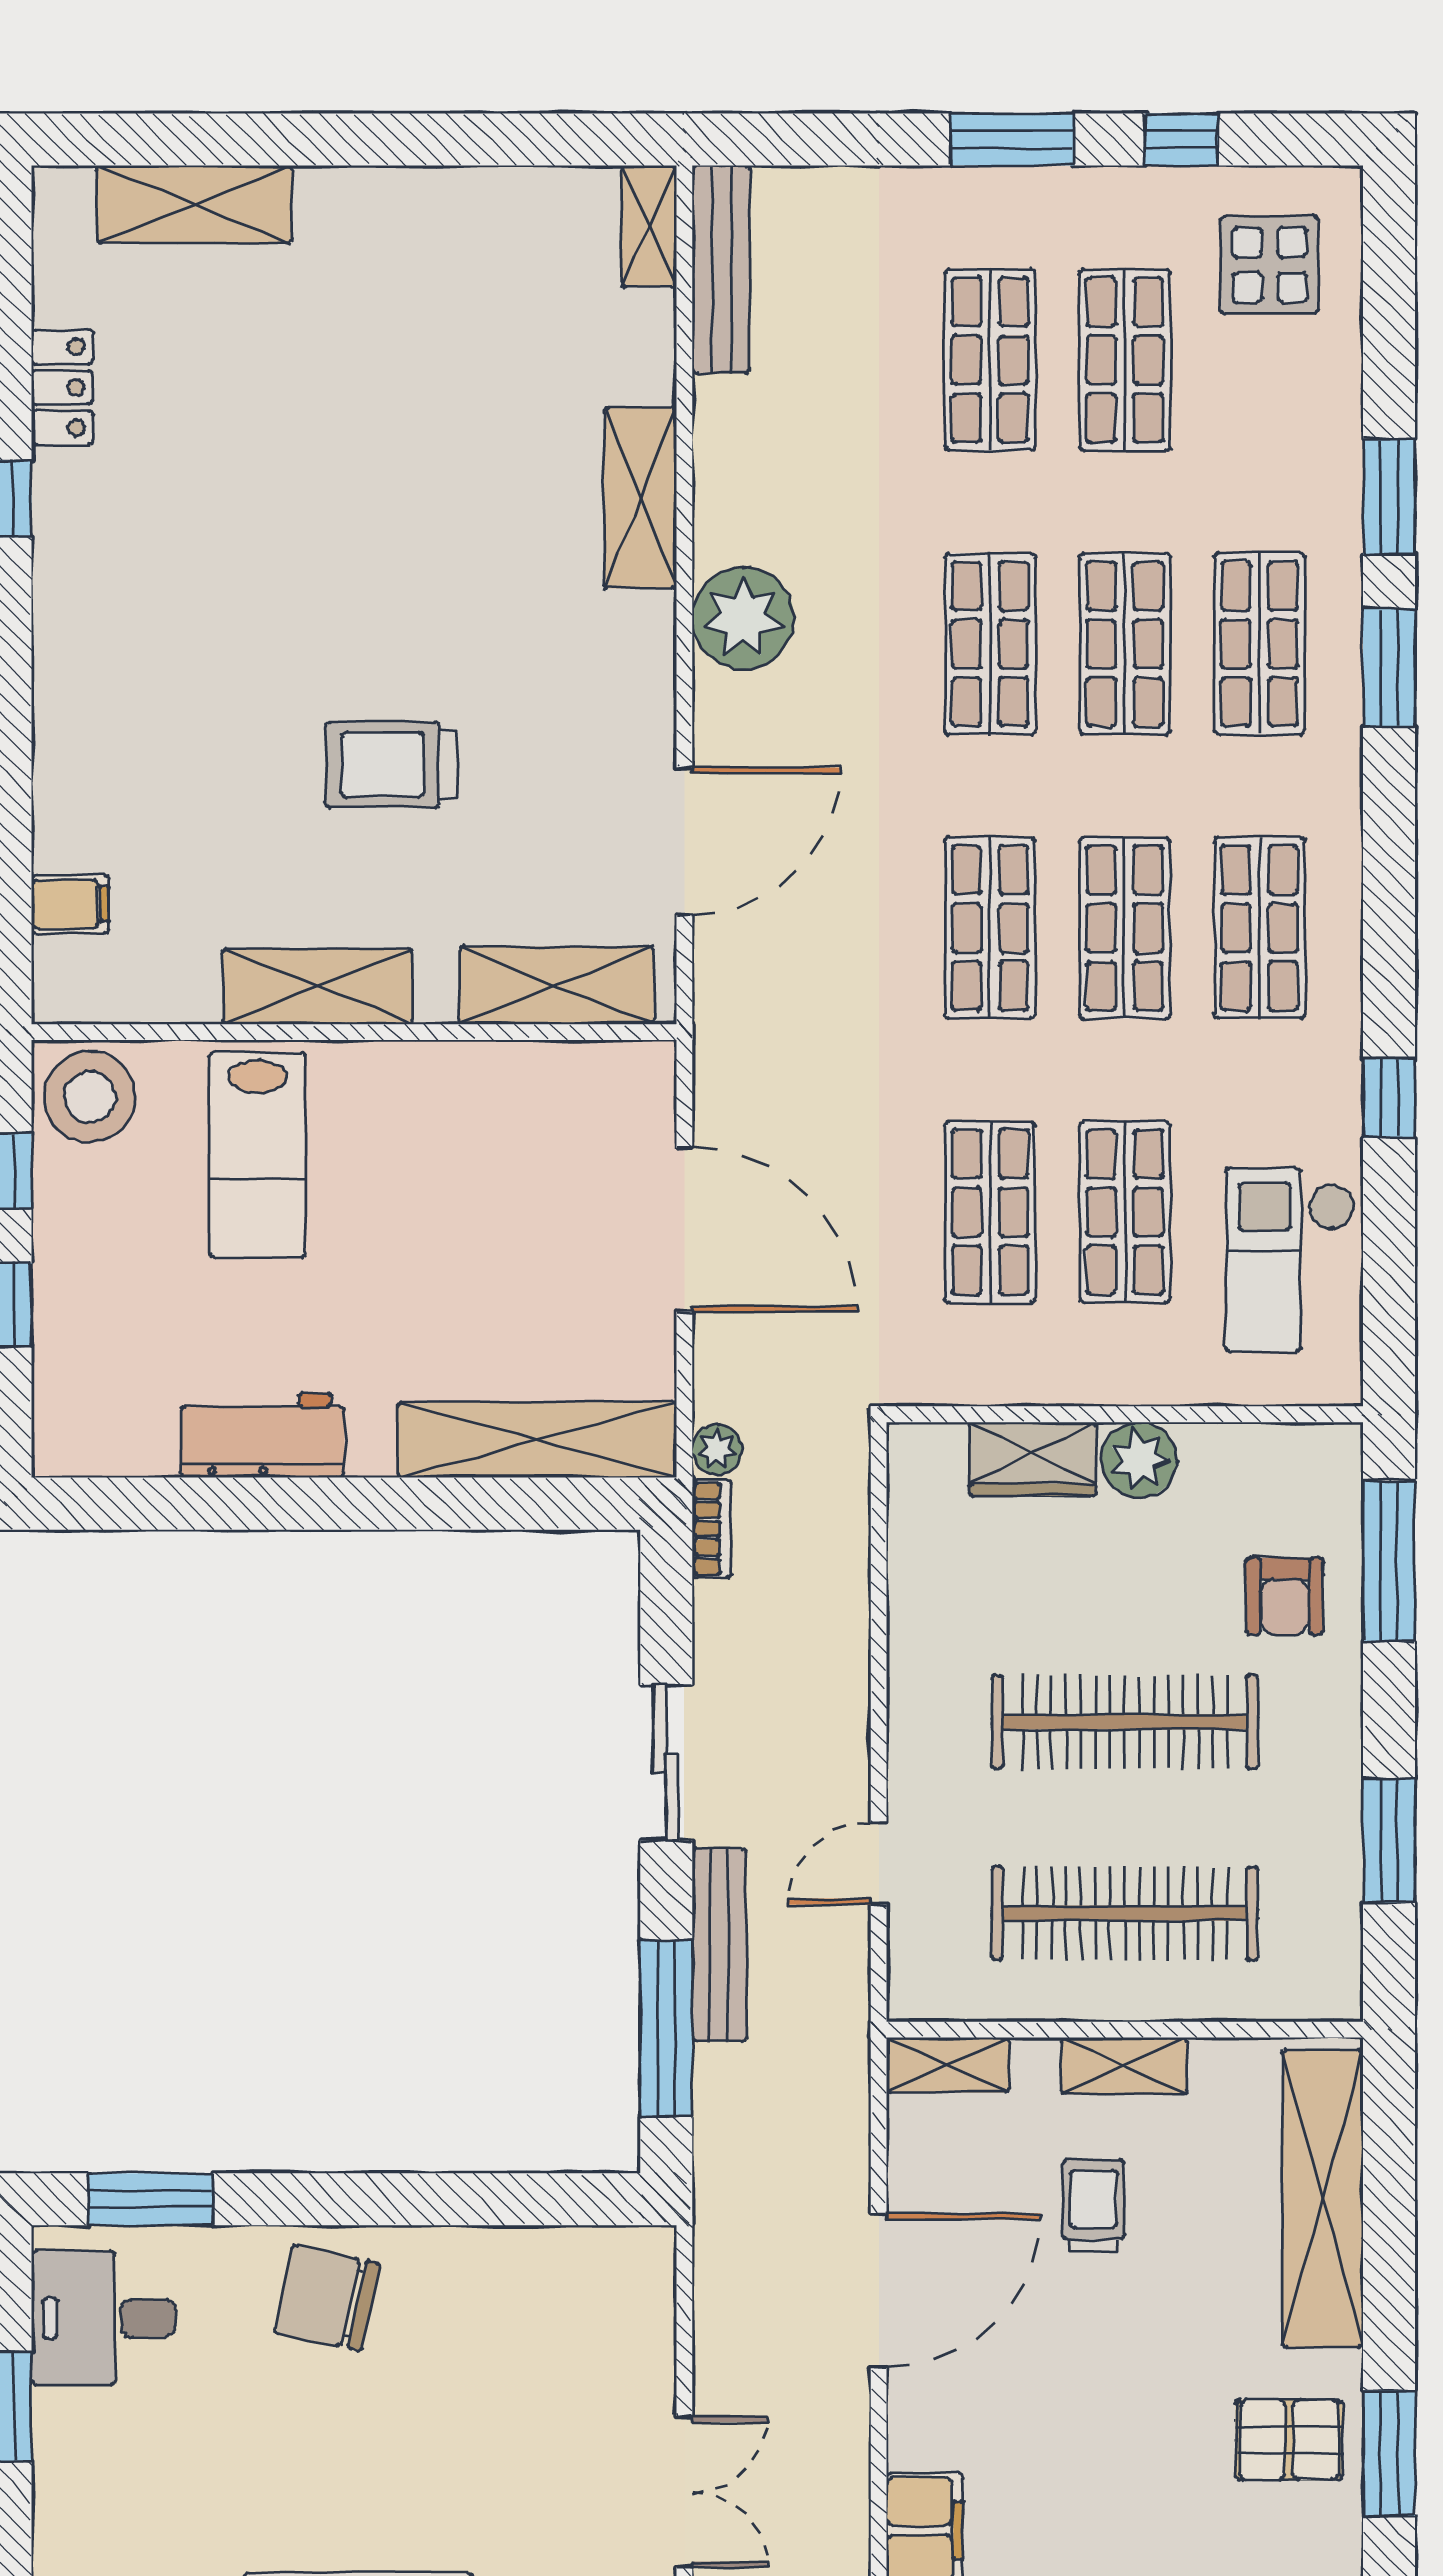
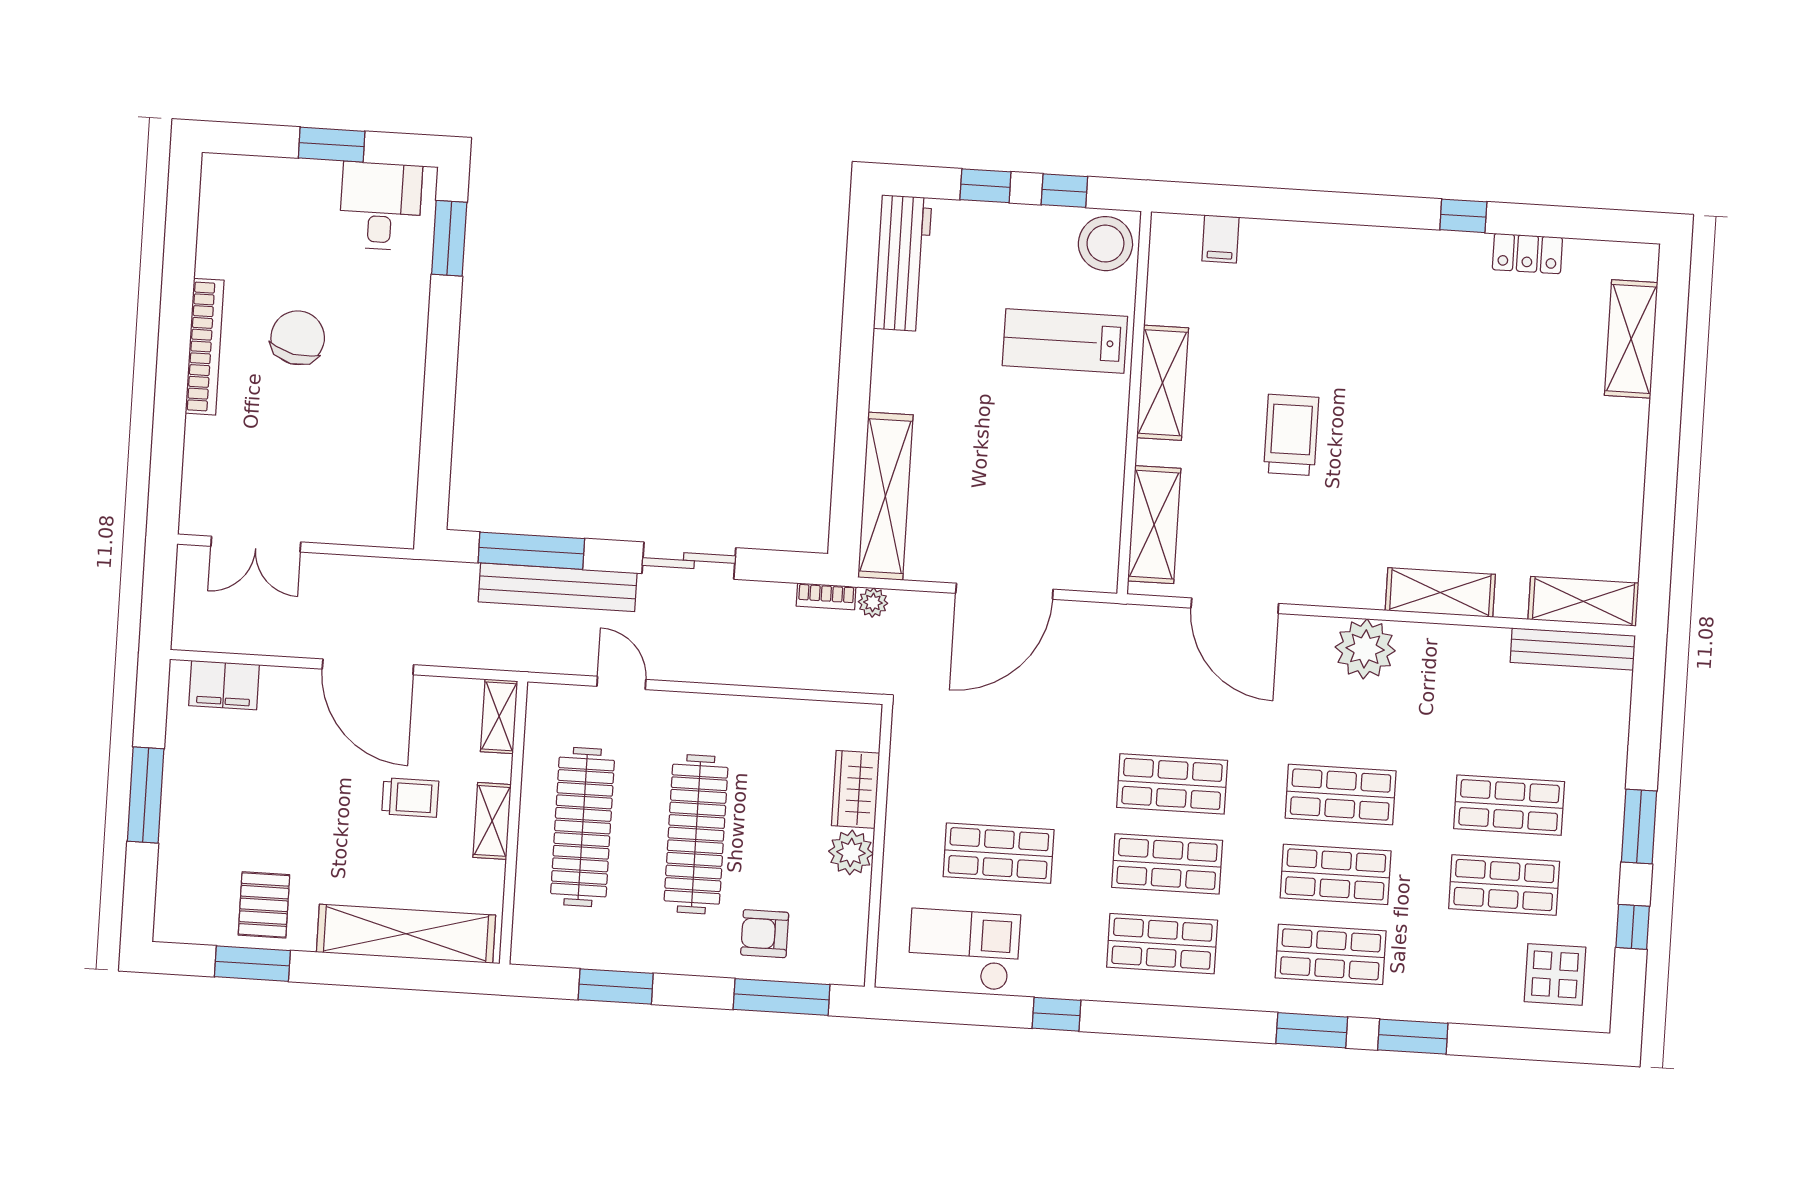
shelving: (649, 226) -> (1583, 601), width x1.50, depth x1.33
shop shelf: (990, 1212) -> (1004, 773), removed
workbench: (262, 1435) -> (903, 263), moved, width x1.38
bench: (719, 1945) -> (558, 587), width x1.37, depth x1.21
chair: (327, 2298) -> (298, 338), moved

